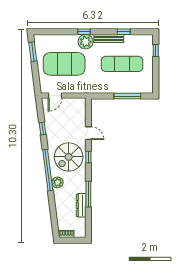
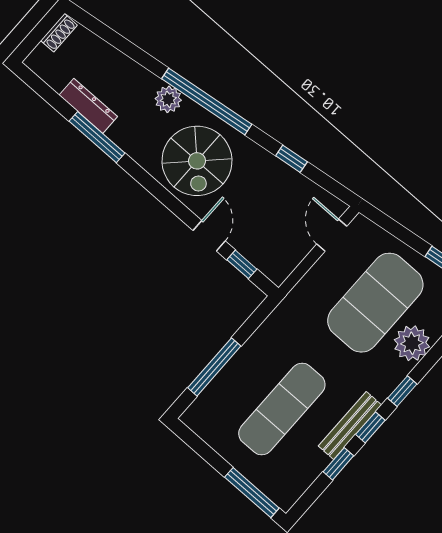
window: (104, 32) -> (370, 427), added
plant: (86, 42) -> (412, 343), moved
window: (156, 51) -> (252, 493), width x2.17
door: (88, 133) -> (209, 236), swing flipped
spiral stairs: (69, 157) -> (197, 161), turned 180
window: (88, 157) -> (242, 264), moved

